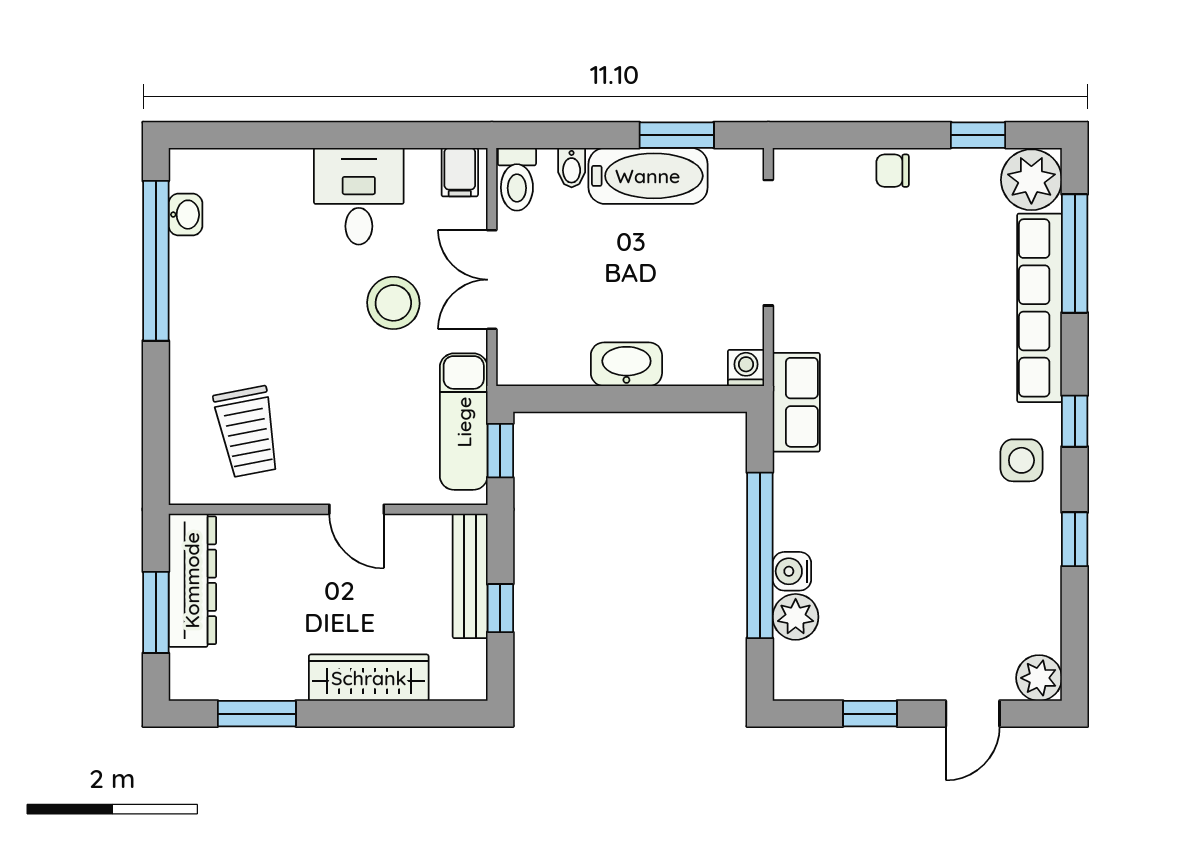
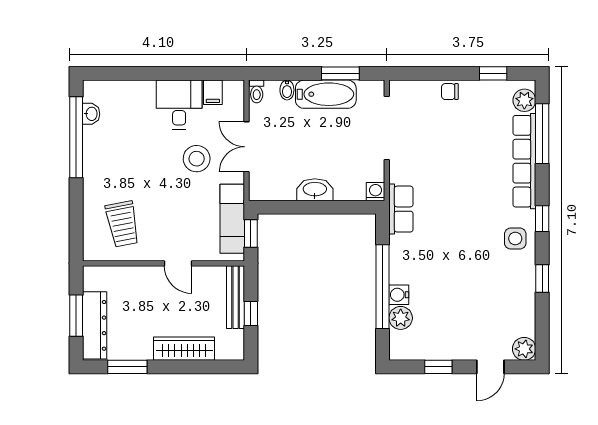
filing cabinet: (460, 172) -> (213, 92), moved
toilet: (517, 179) -> (257, 91), width x0.73, depth x0.72
plant: (1031, 180) -> (524, 100), width x0.73, depth x0.73
dresser: (192, 580) -> (95, 325), moved

